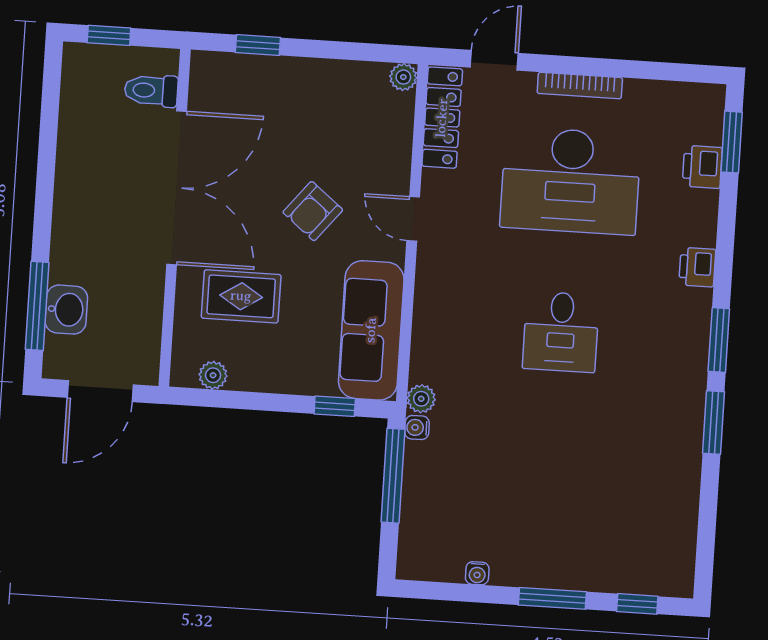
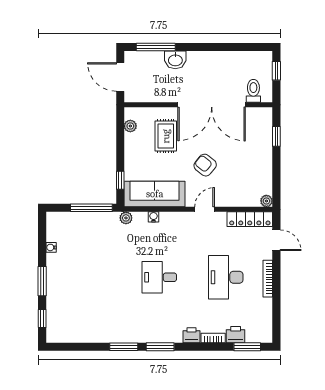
desk: (571, 181) -> (226, 277), width x0.73, depth x0.77
bookcase: (707, 218) -> (213, 338), added
washbasin: (66, 310) -> (175, 60), moved
water cooler: (417, 428) -> (154, 217), moved

